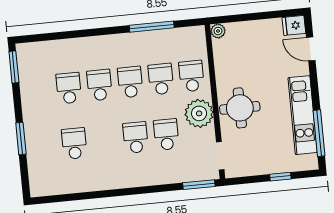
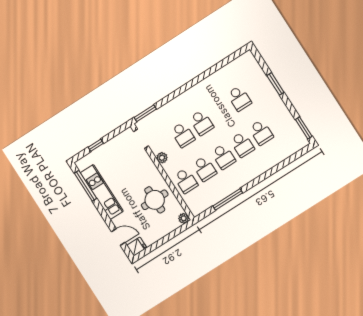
round table: (240, 108) -> (155, 200), moved
plant: (199, 113) -> (162, 158), width x0.53, depth x0.53

